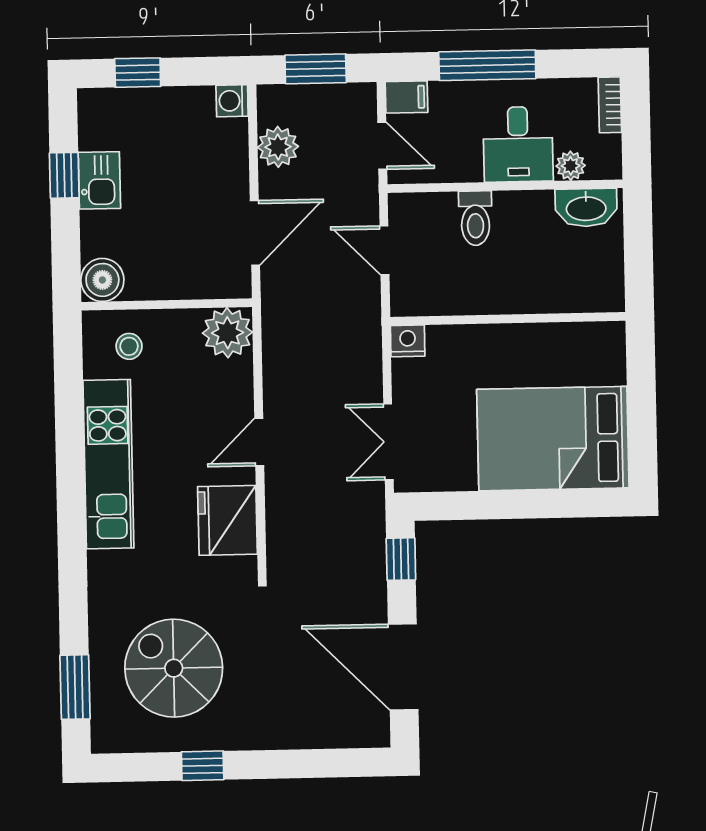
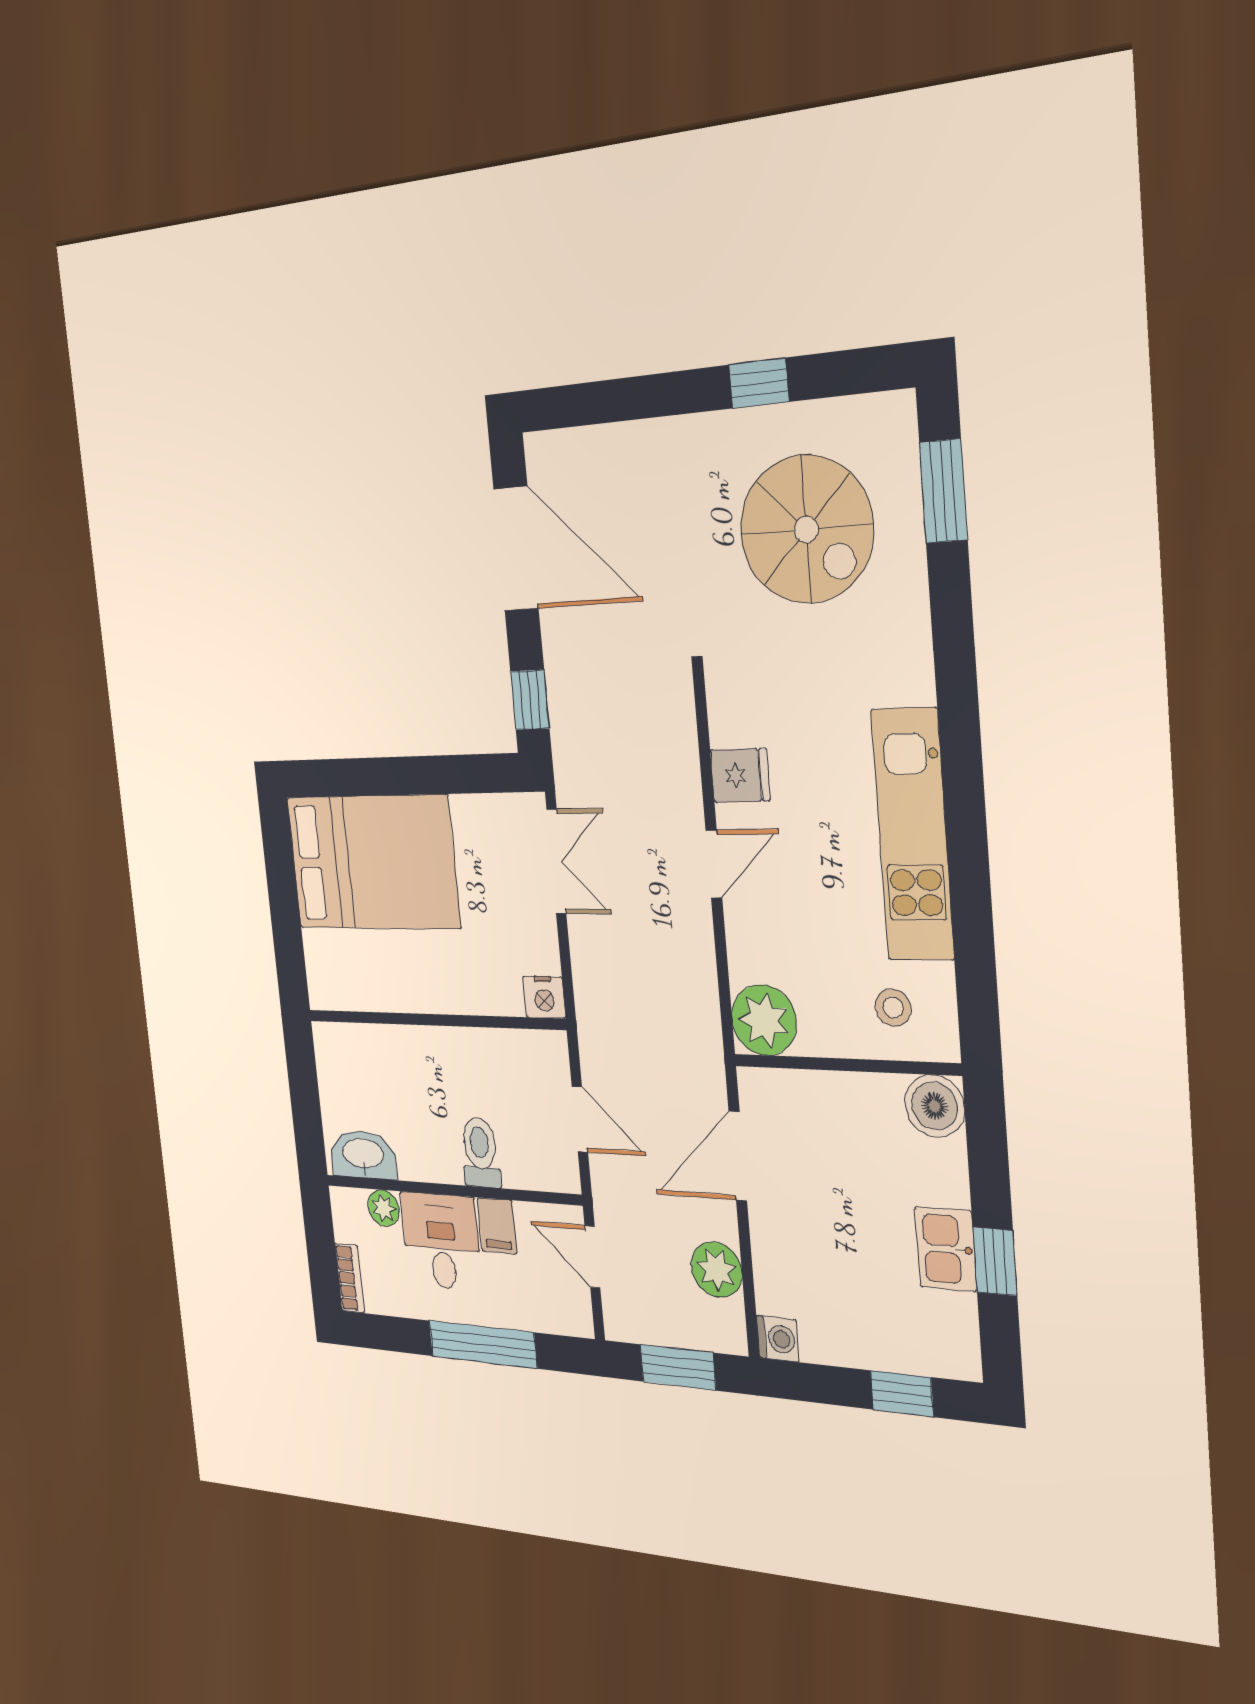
filing cabinet: (407, 97) -> (497, 1226), moved, turned -90
fridge: (227, 520) -> (740, 775), width x0.53, depth x0.75

